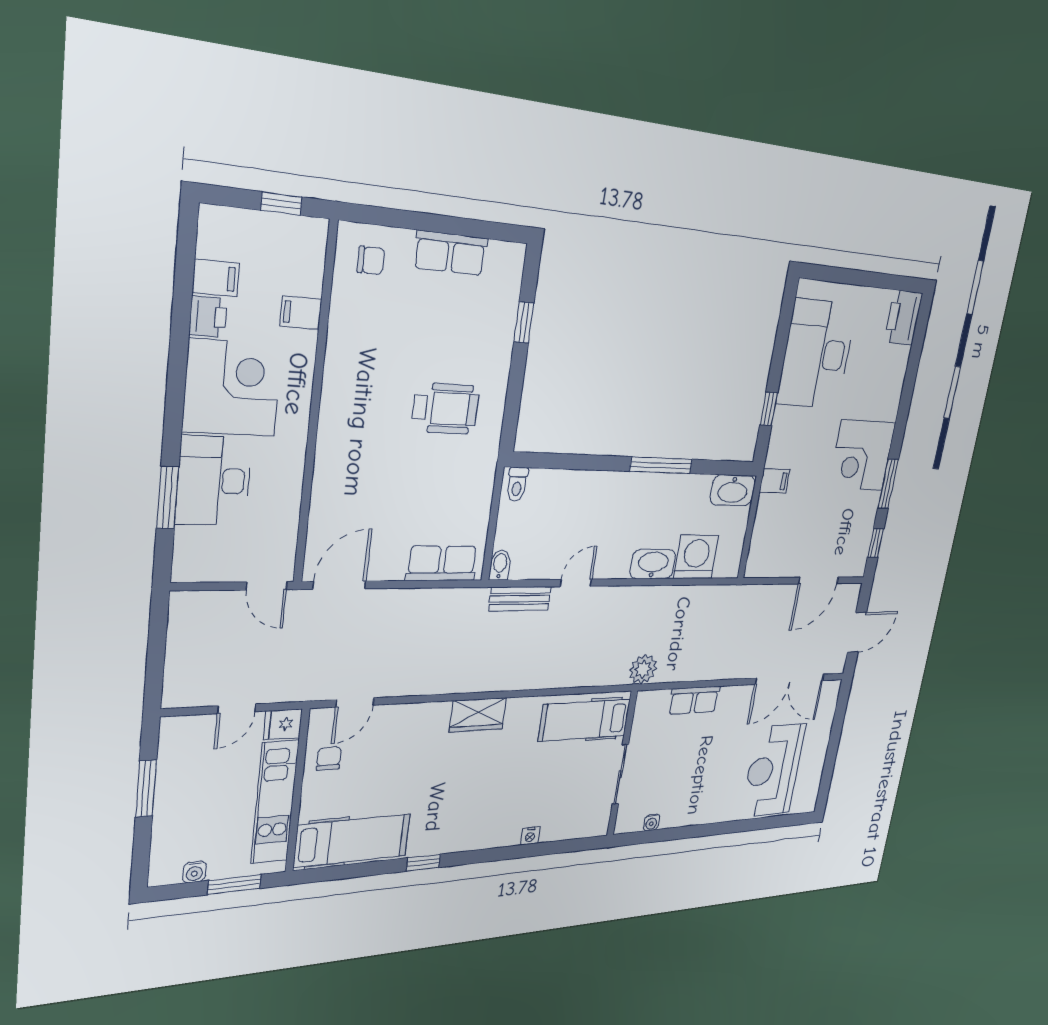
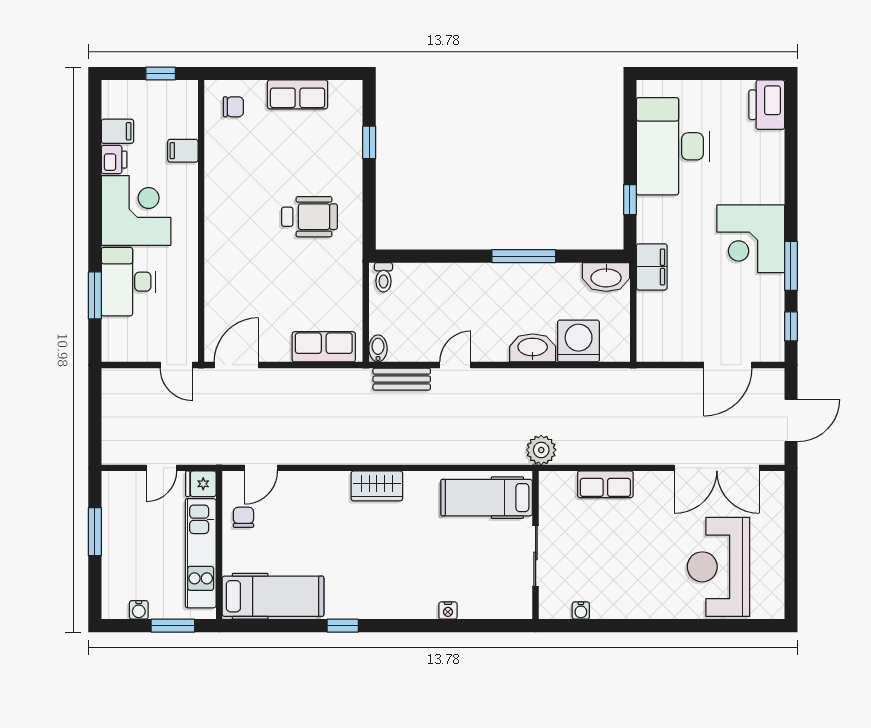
filing cabinet: (774, 481) -> (652, 267), width x2.00

